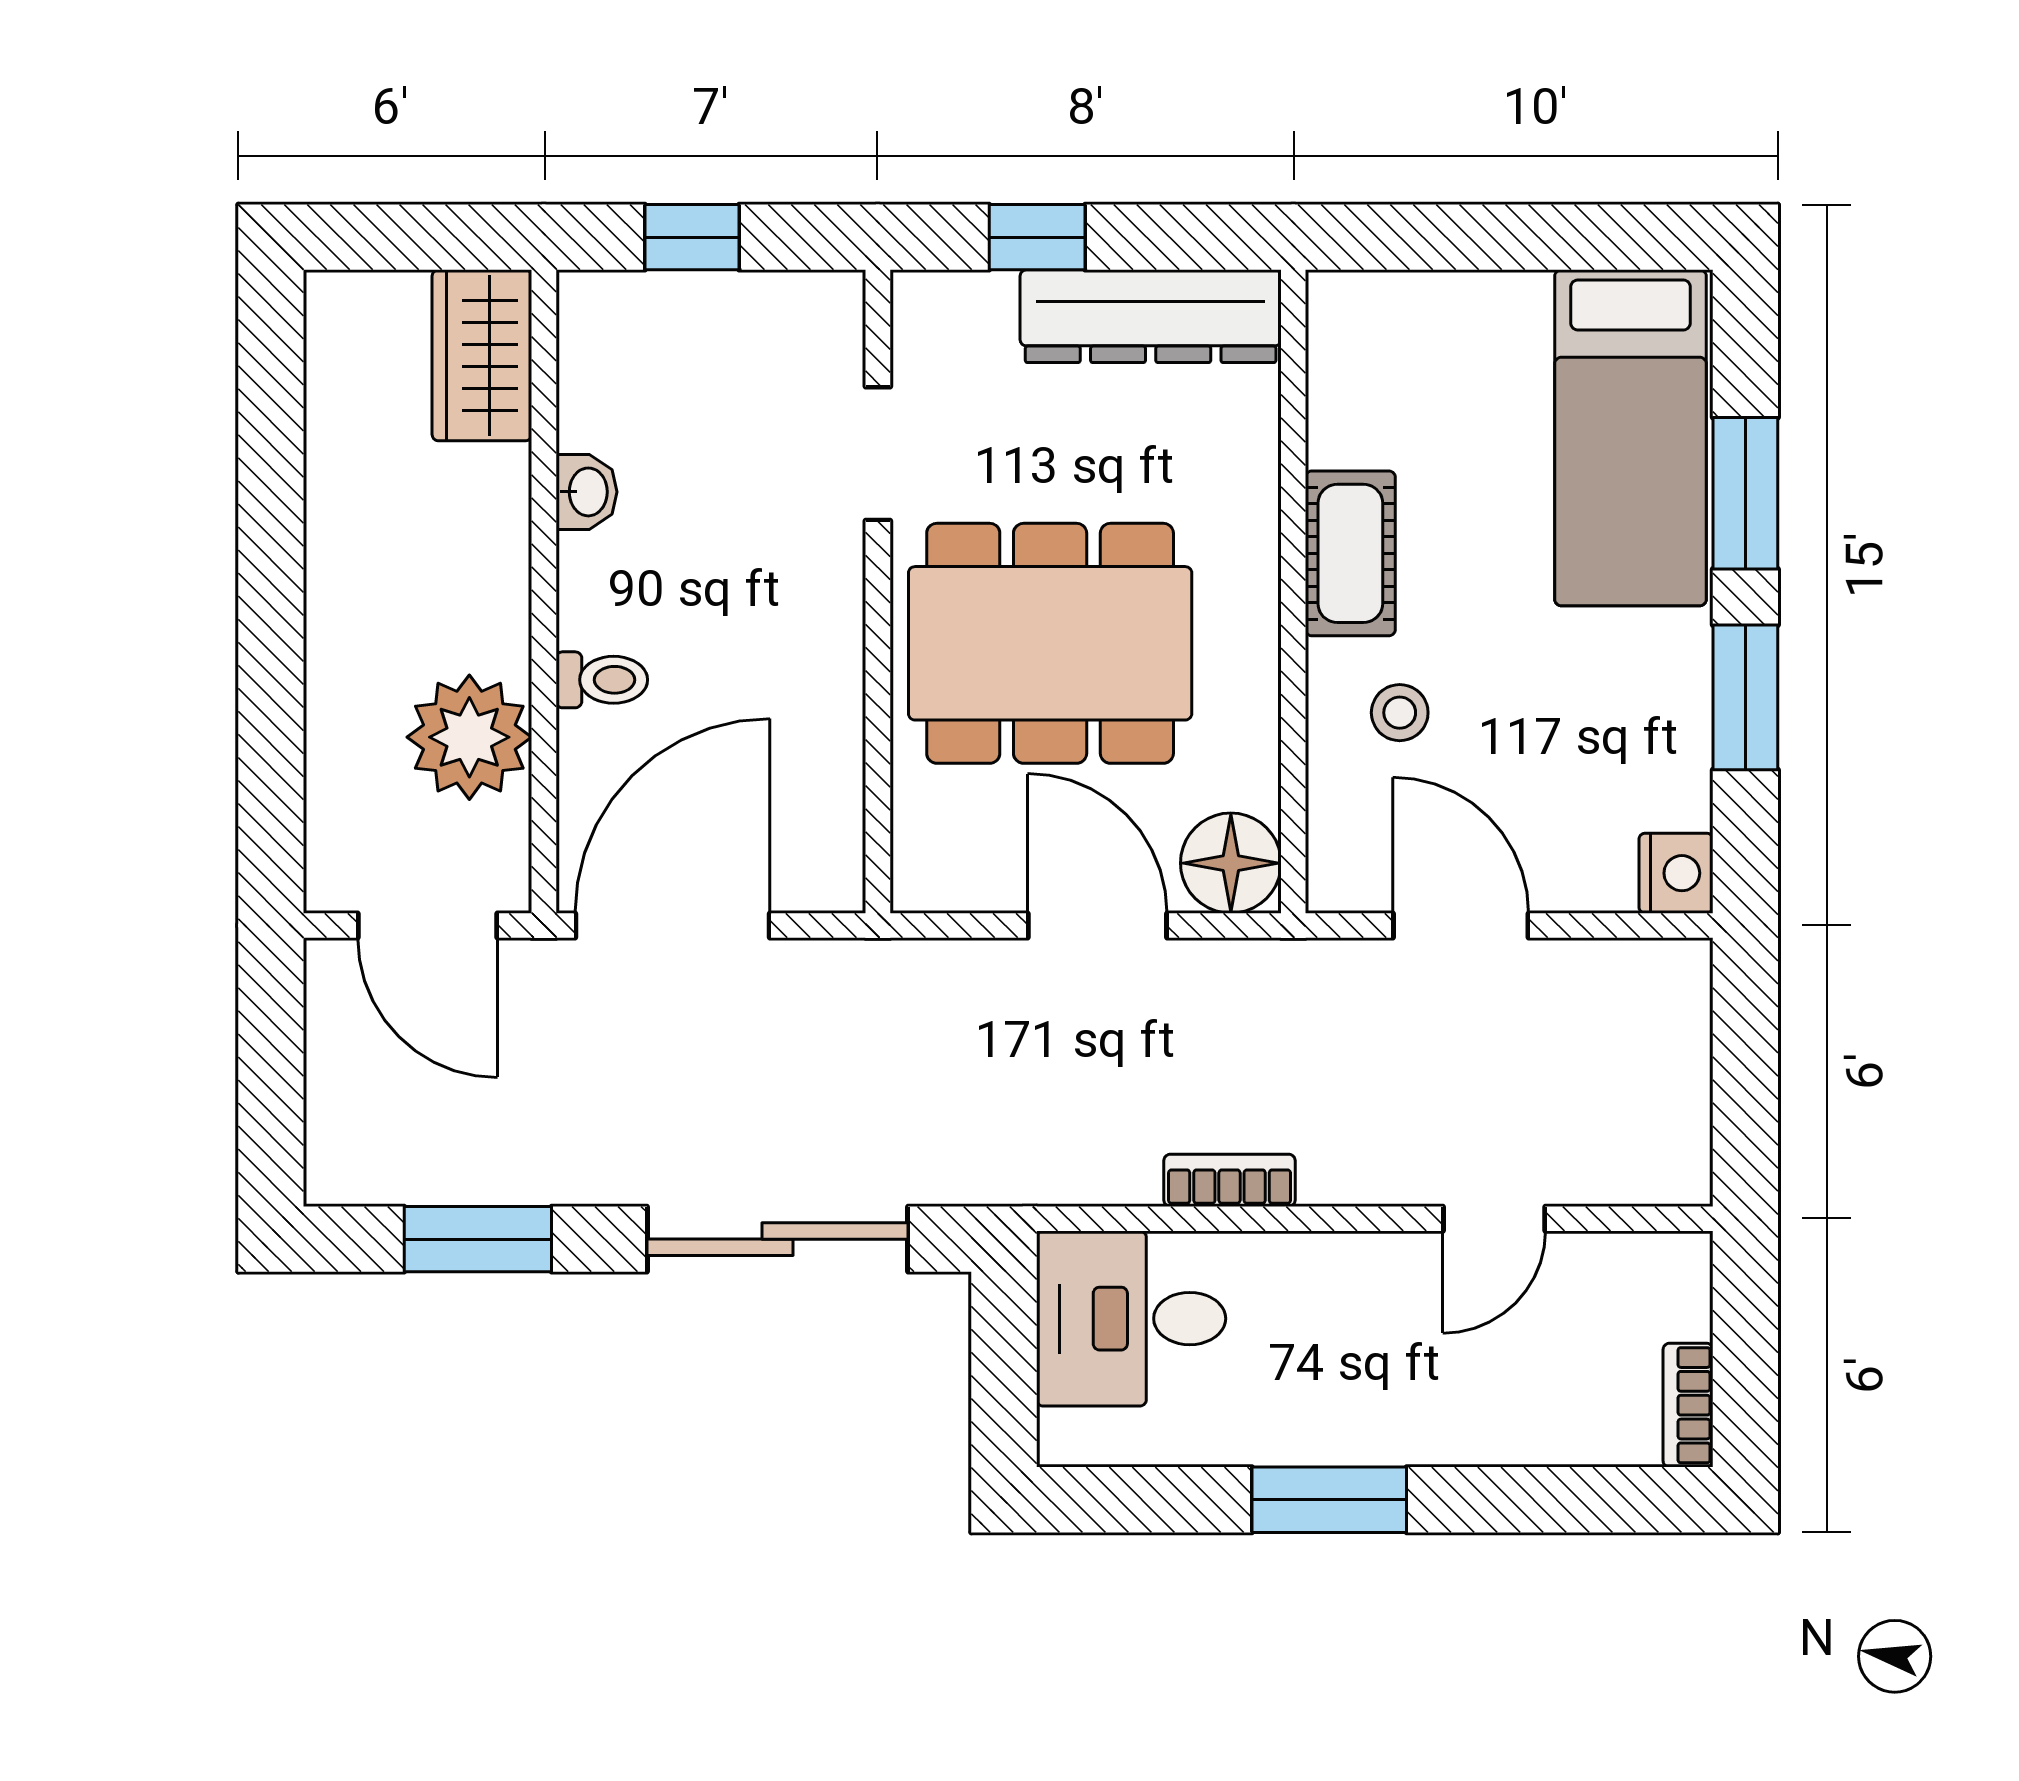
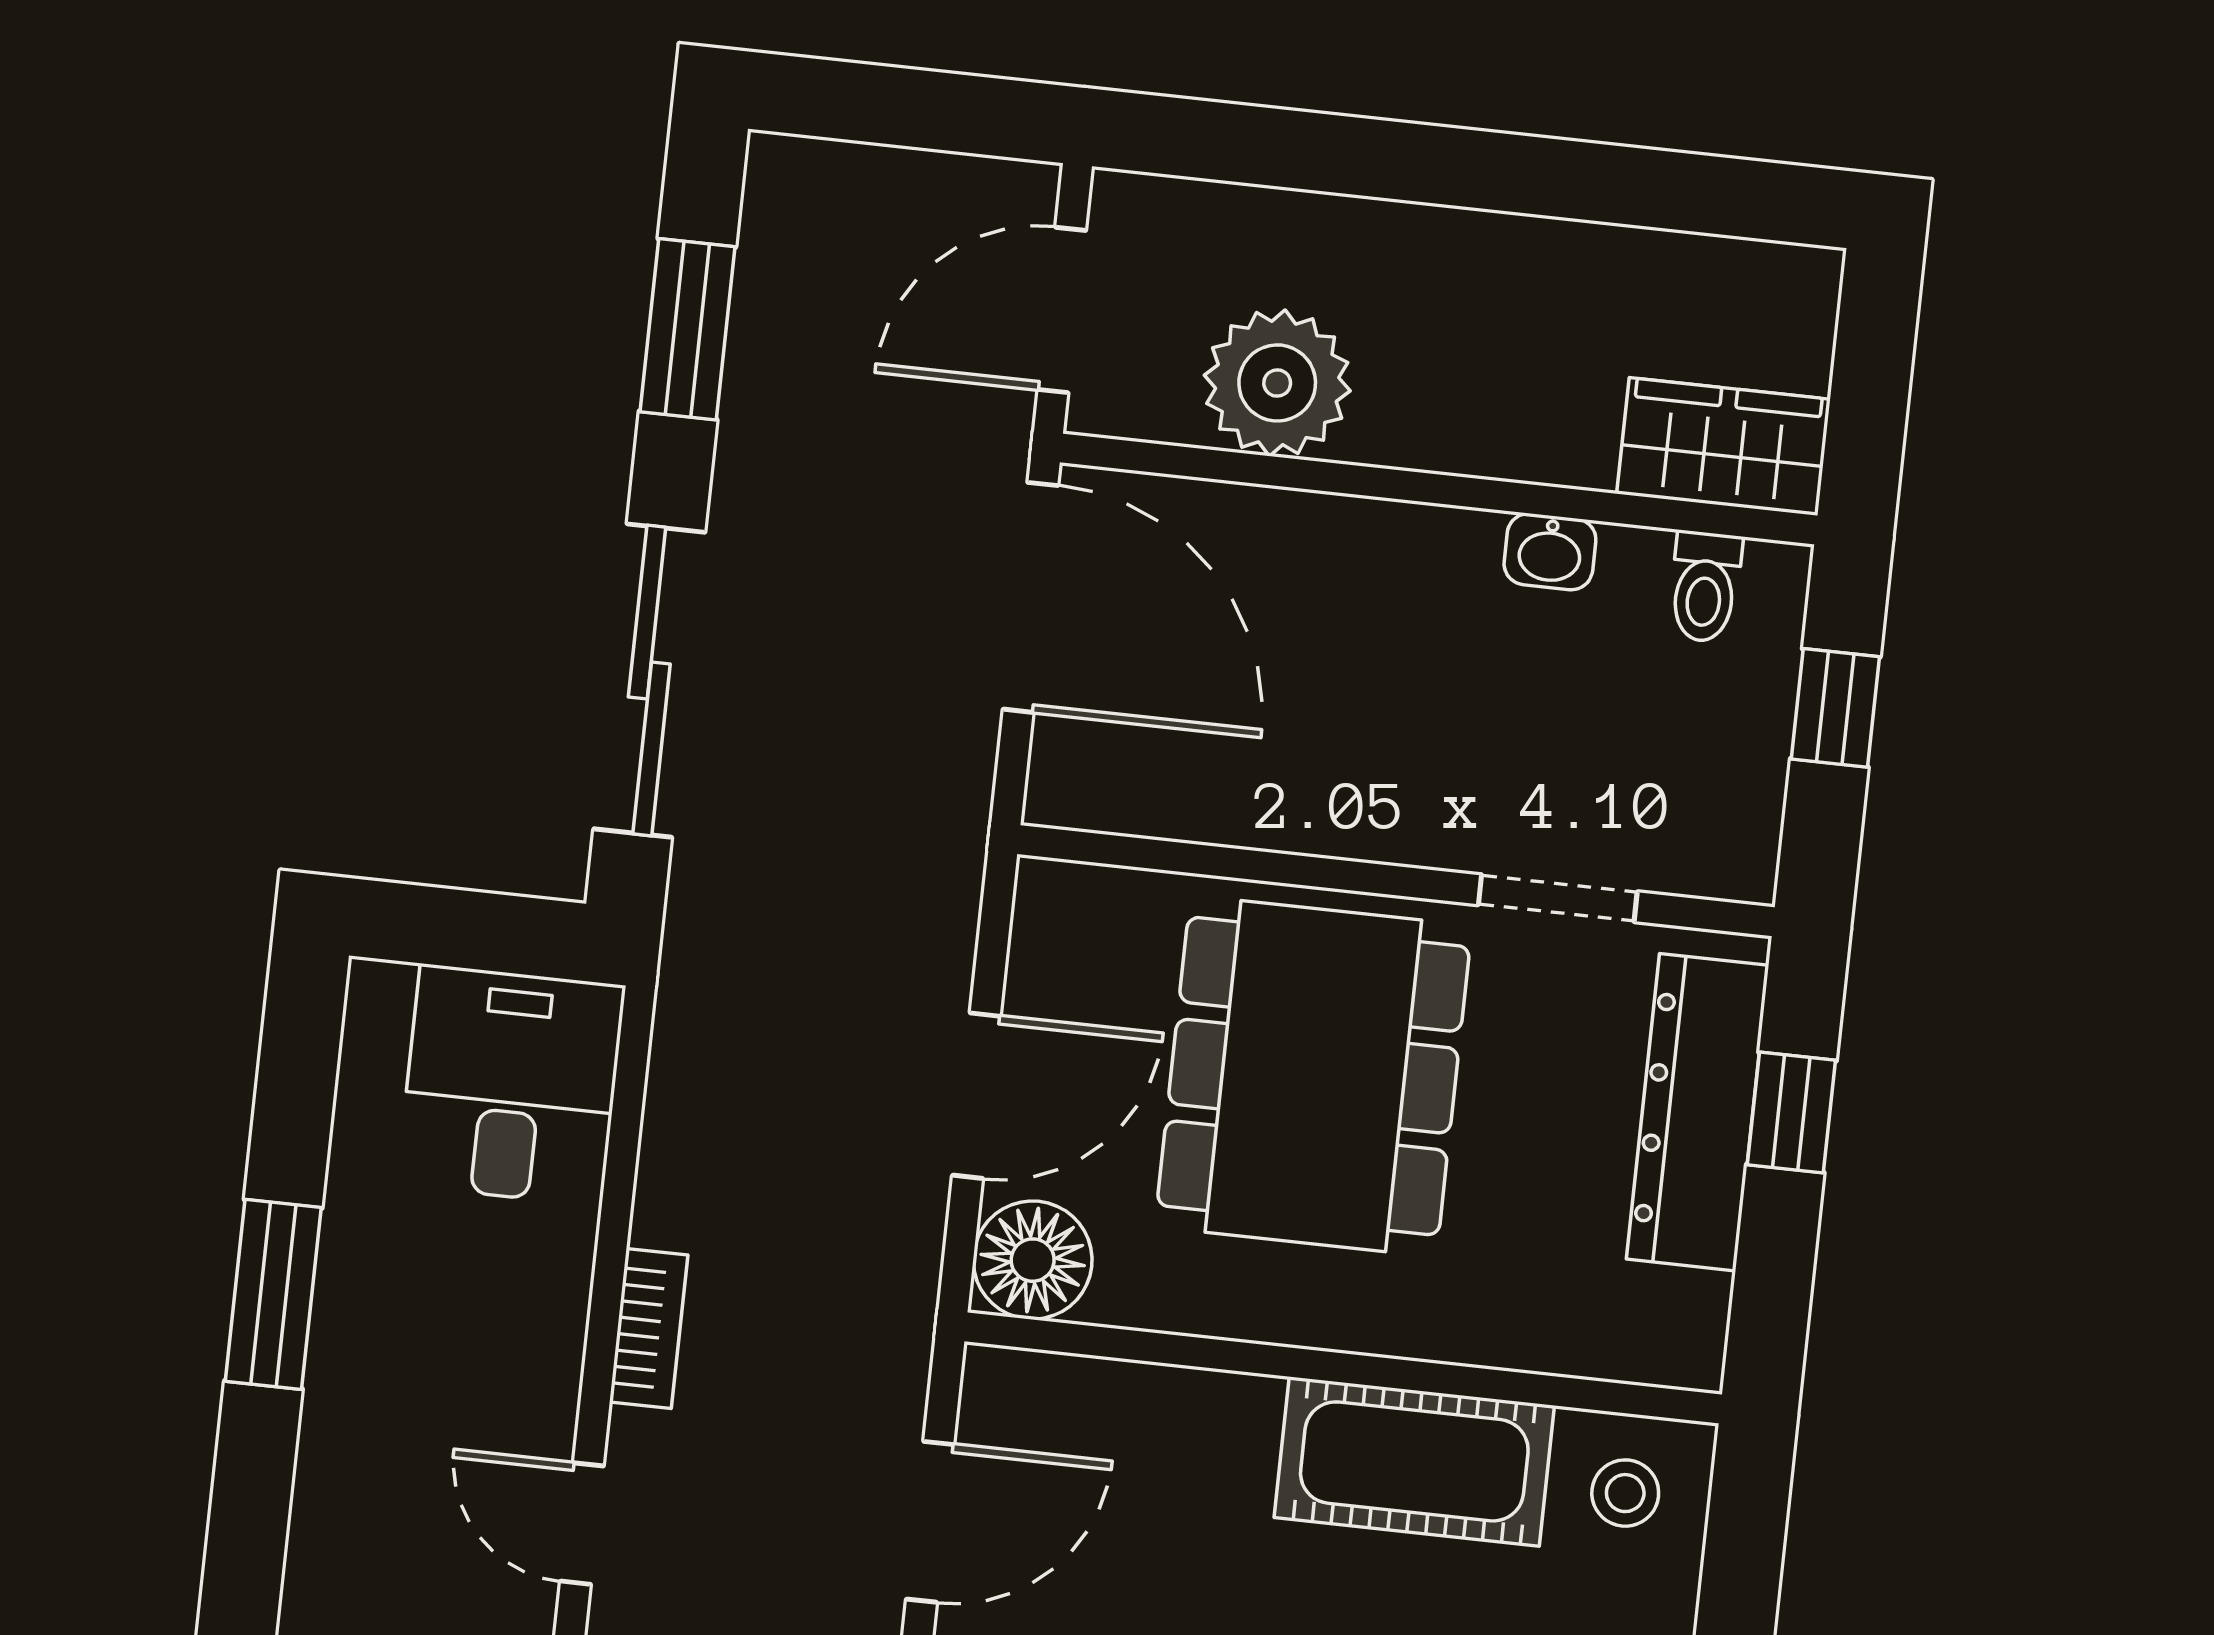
dresser: (1151, 316) -> (1698, 1112), moved
cot: (1350, 553) -> (1414, 1461), width x1.37, depth x1.34
toilet: (602, 680) -> (1705, 587), moved
stool: (1400, 713) -> (1625, 1493), moved
bookcase: (1230, 1180) -> (649, 1329), moved

